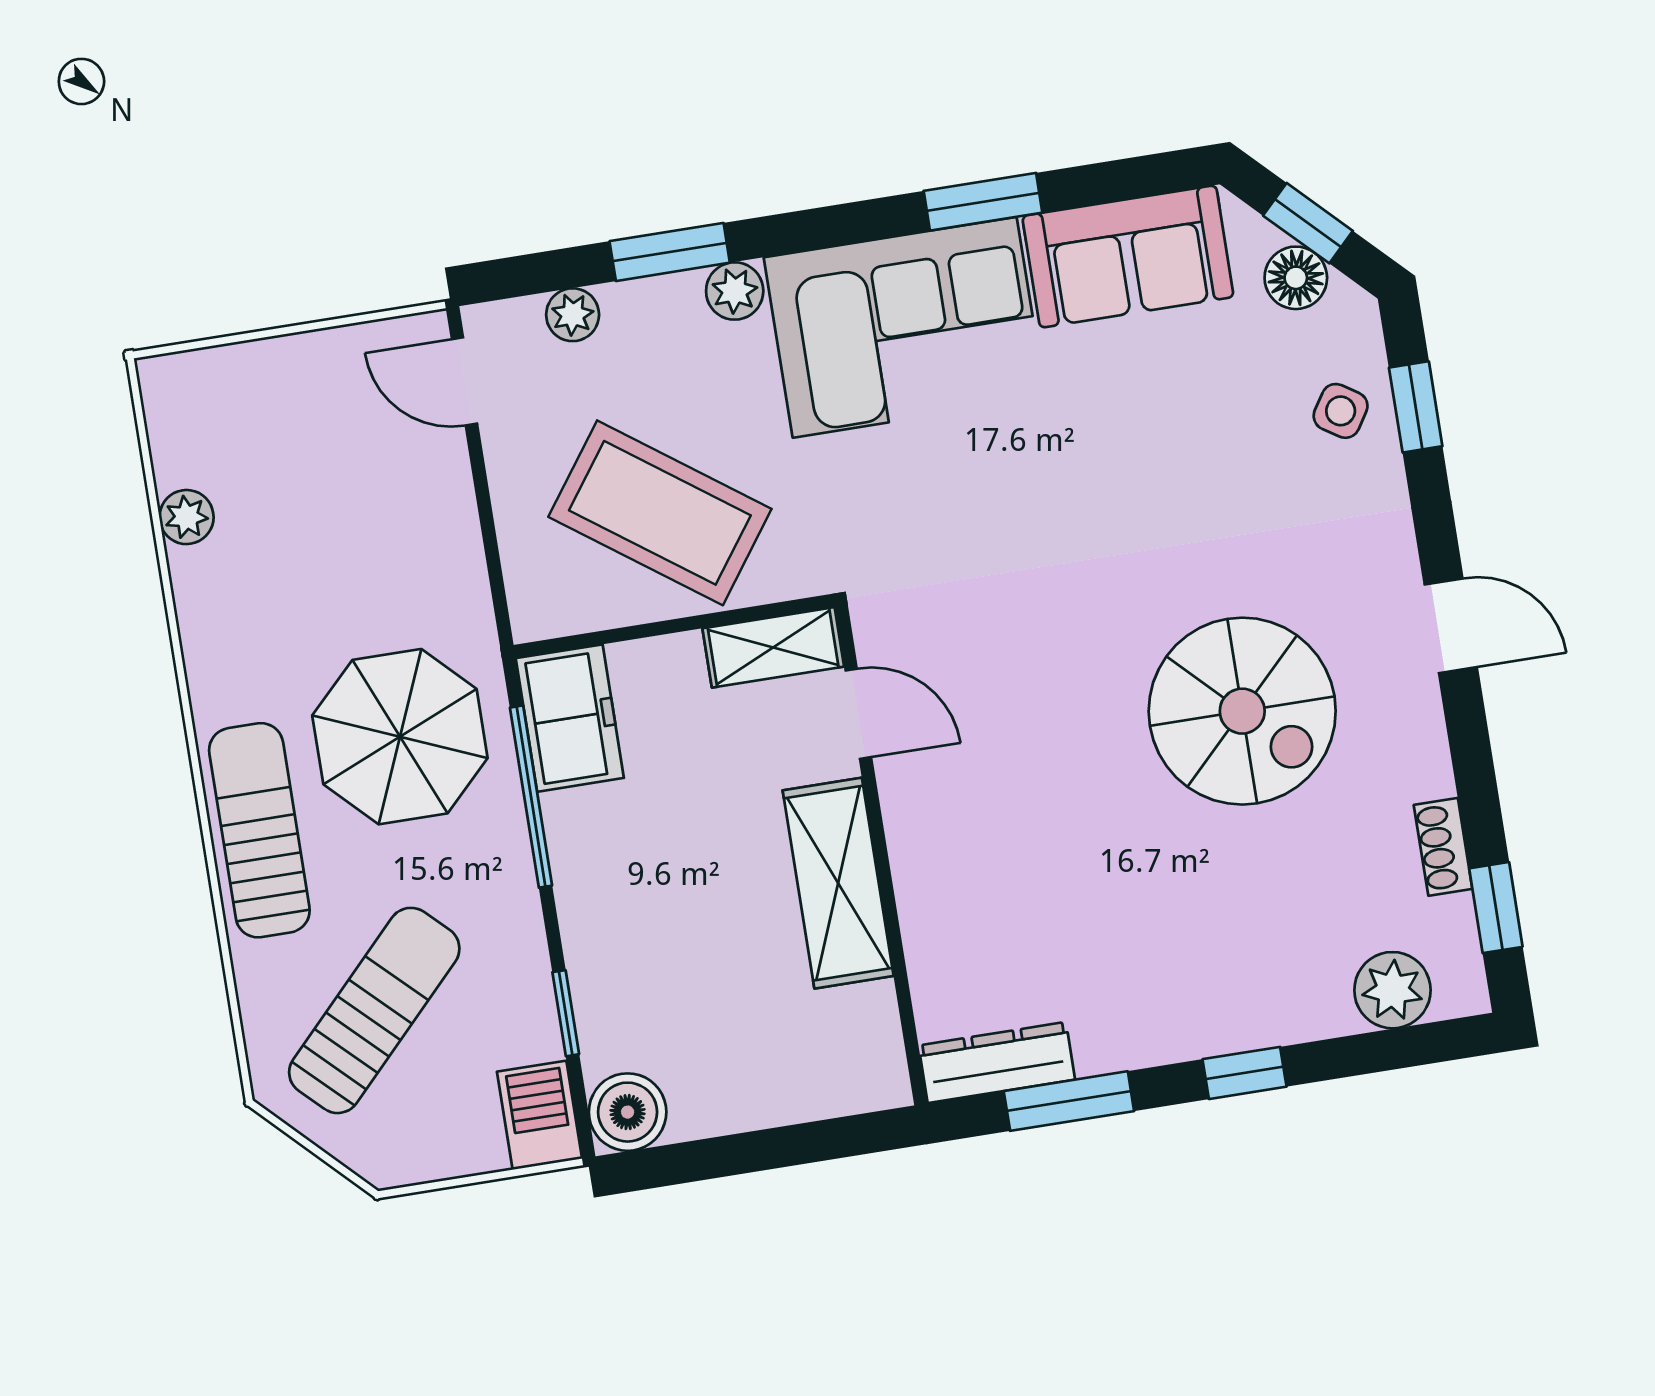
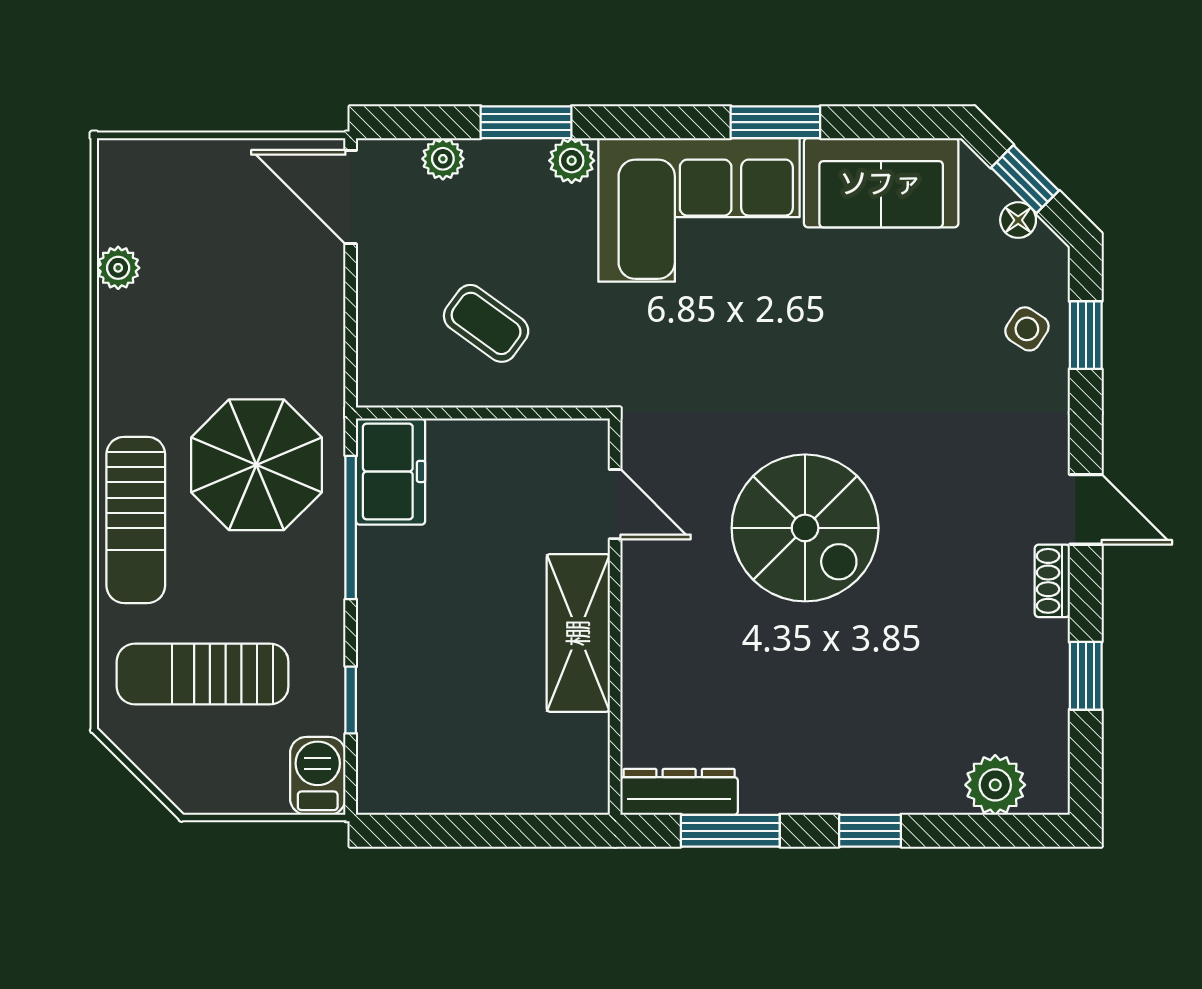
floor lamp: (1296, 278) -> (1018, 220), width x0.73, depth x0.73
door: (464, 381) -> (351, 197), width x1.38
coffee table: (660, 513) -> (486, 323), width x0.54, depth x0.58
shelving: (773, 647) -> (557, 442), removed
spiral stairs: (1242, 711) -> (805, 528), moved
sun lounger: (259, 830) -> (136, 520), turned 180
shoe rack: (1443, 847) -> (1052, 581), moved
window: (1496, 908) -> (1086, 676), moved
sun lounger: (374, 1010) -> (203, 674), turned -134
boiler: (628, 1112) -> (386, 784), removed

